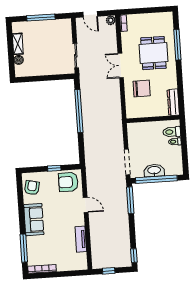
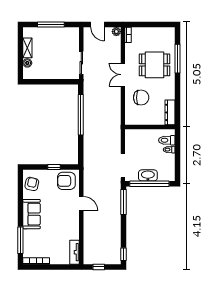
dining table: (153, 53) -> (155, 65), turned 90
tv unit: (81, 239) -> (75, 252), moved

